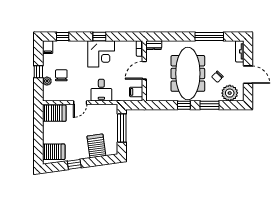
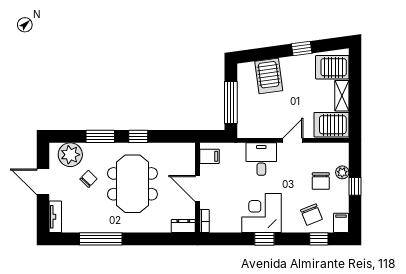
chair: (68, 53) -> (311, 215), added
door: (144, 70) -> (197, 189), swing flipped
meeting table: (188, 73) -> (132, 184), width x0.73
shelving: (47, 133) -> (342, 96), added

